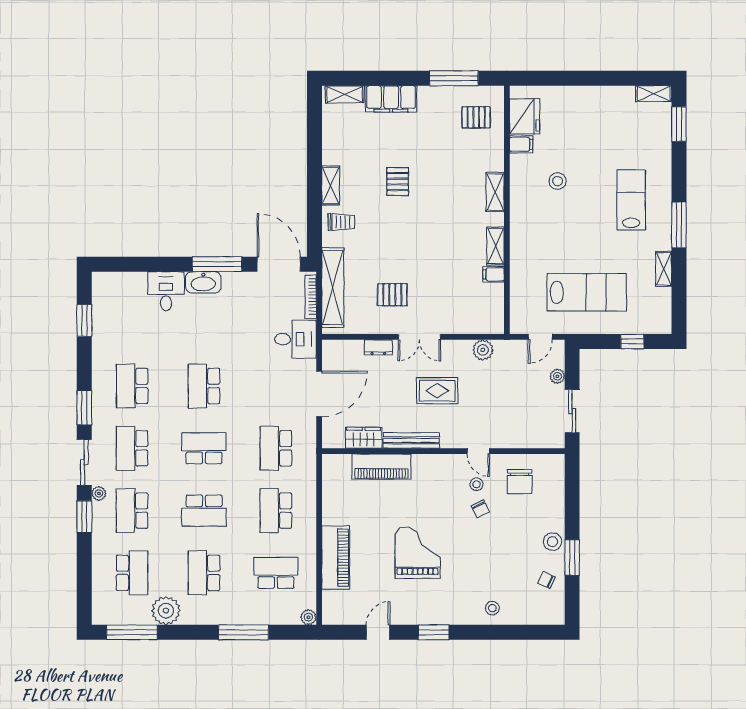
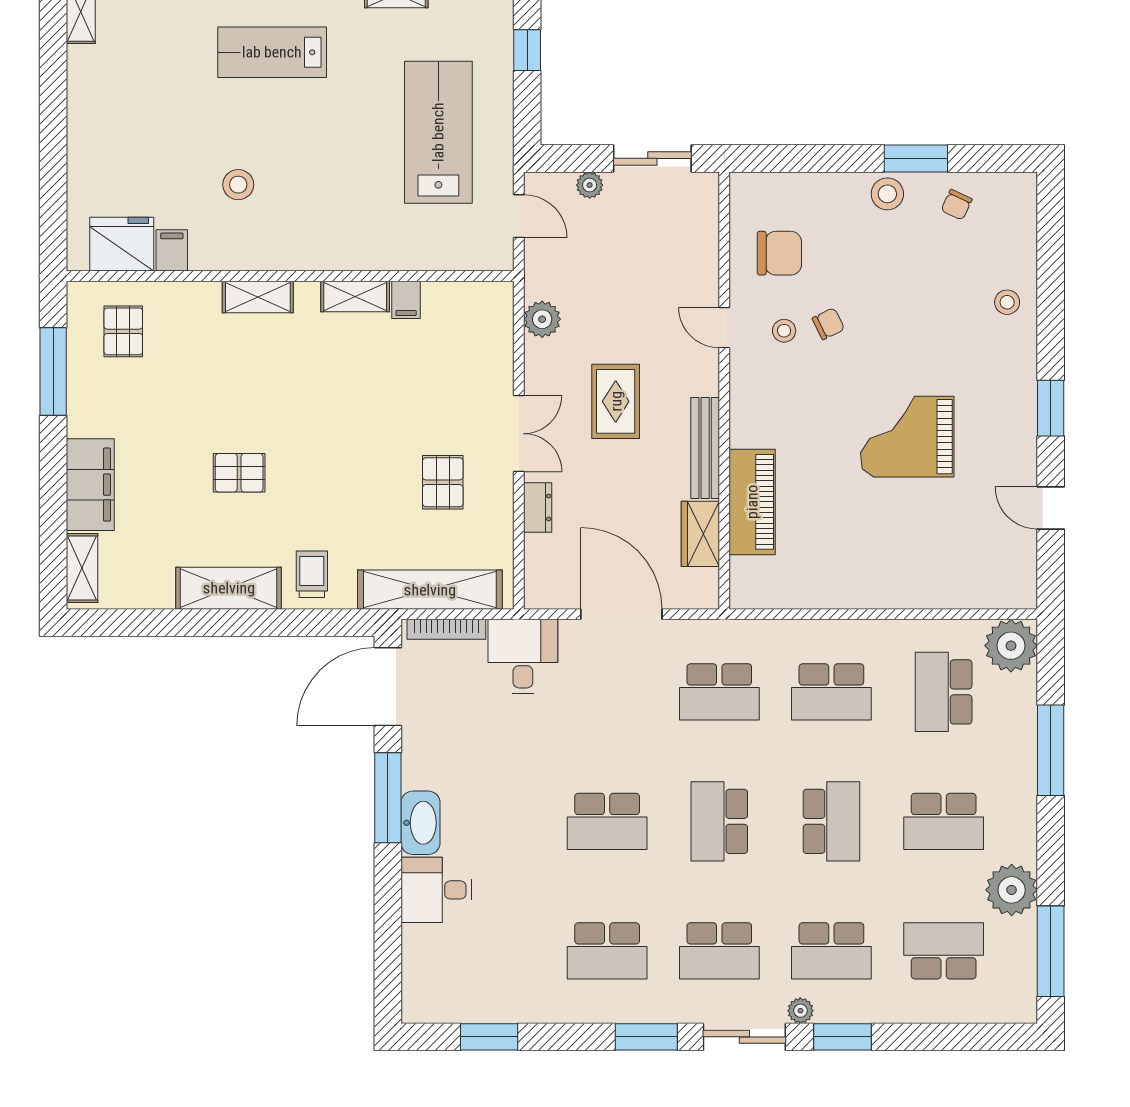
shelving: (331, 185) -> (229, 588), width x1.50, depth x1.33
door: (478, 451) -> (724, 328), swing flipped
piano: (336, 558) -> (916, 584), removed
plant: (308, 617) -> (1011, 646), width x1.87, depth x1.87

